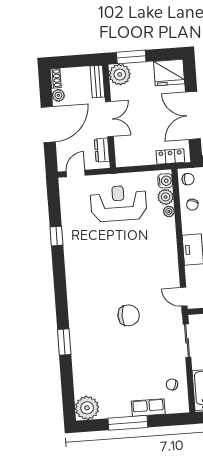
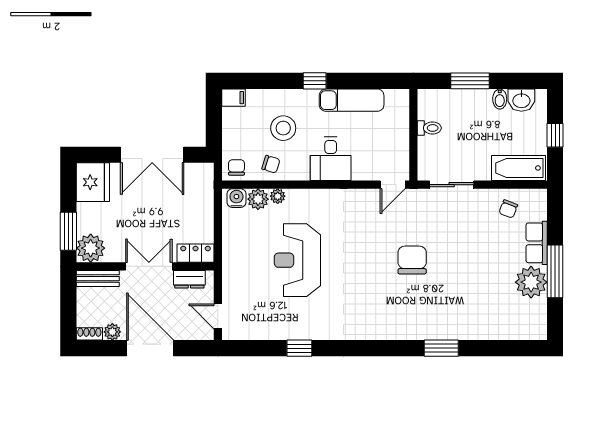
locker: (170, 156) -> (196, 253), moved, turned 90
reception desk: (119, 203) -> (297, 260), moved
plant: (87, 408) -> (531, 282), moved

